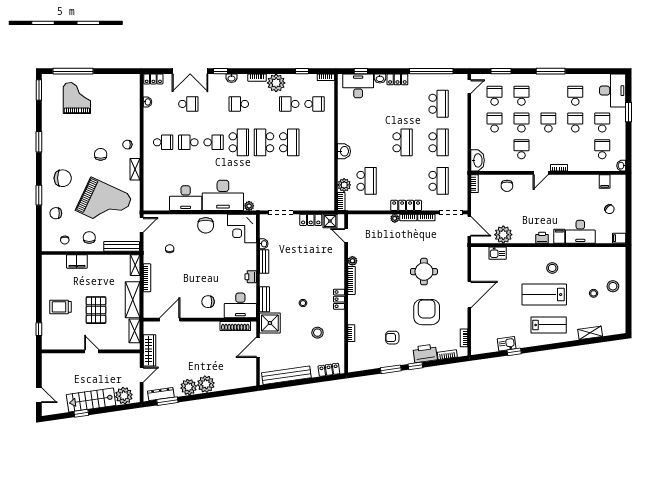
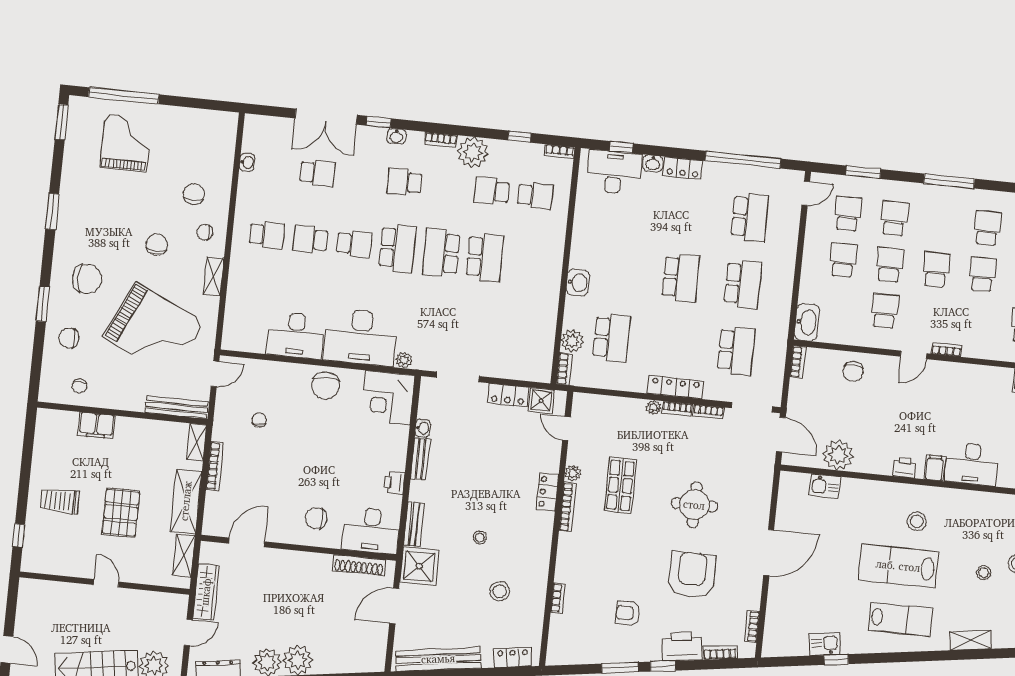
locker: (153, 79) -> (261, 124), removed
chair: (89, 238) -> (194, 194), moved
shop shelf: (380, 265) -> (620, 485), added
locker: (339, 299) -> (547, 492), moved

